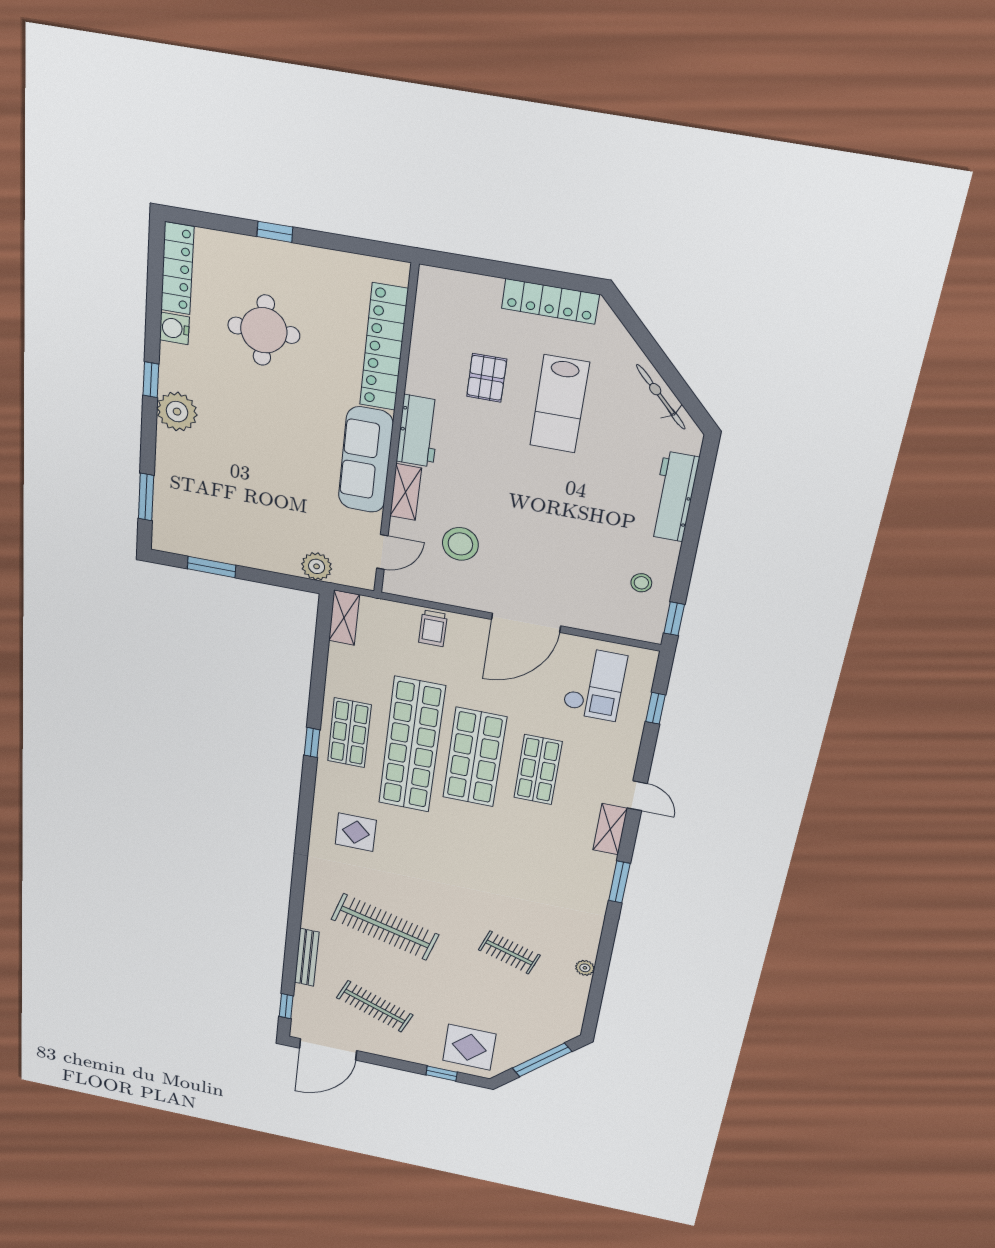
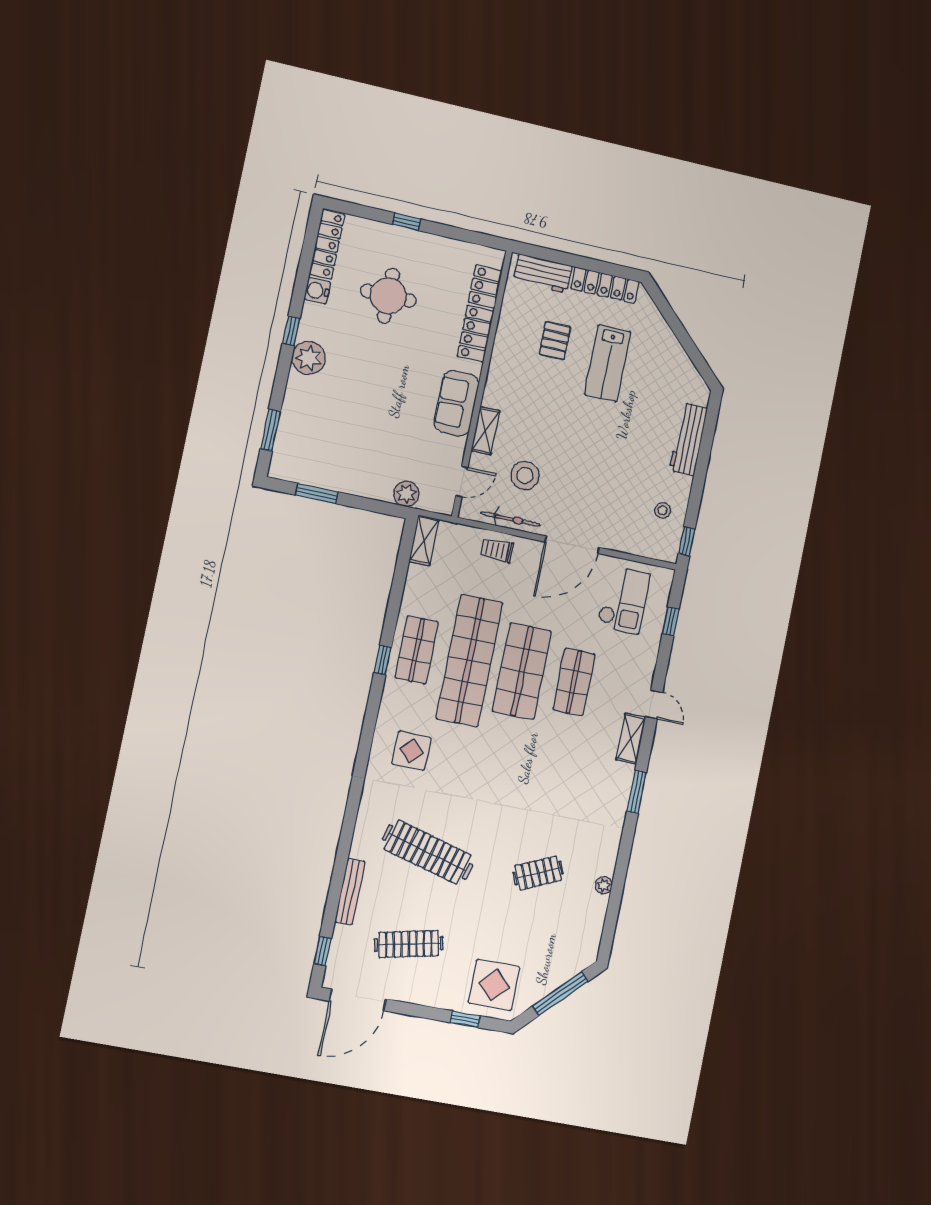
bicycle: (661, 397) -> (511, 519), moved, turned 135
workbench: (418, 431) -> (543, 274), moved, turned 90
sofa: (366, 460) -> (456, 403), width x0.73
trolley: (433, 628) -> (497, 550), turned 90
clothes rail: (509, 953) -> (538, 873), turned -42
clothes rail: (375, 1006) -> (409, 944), turned -33

